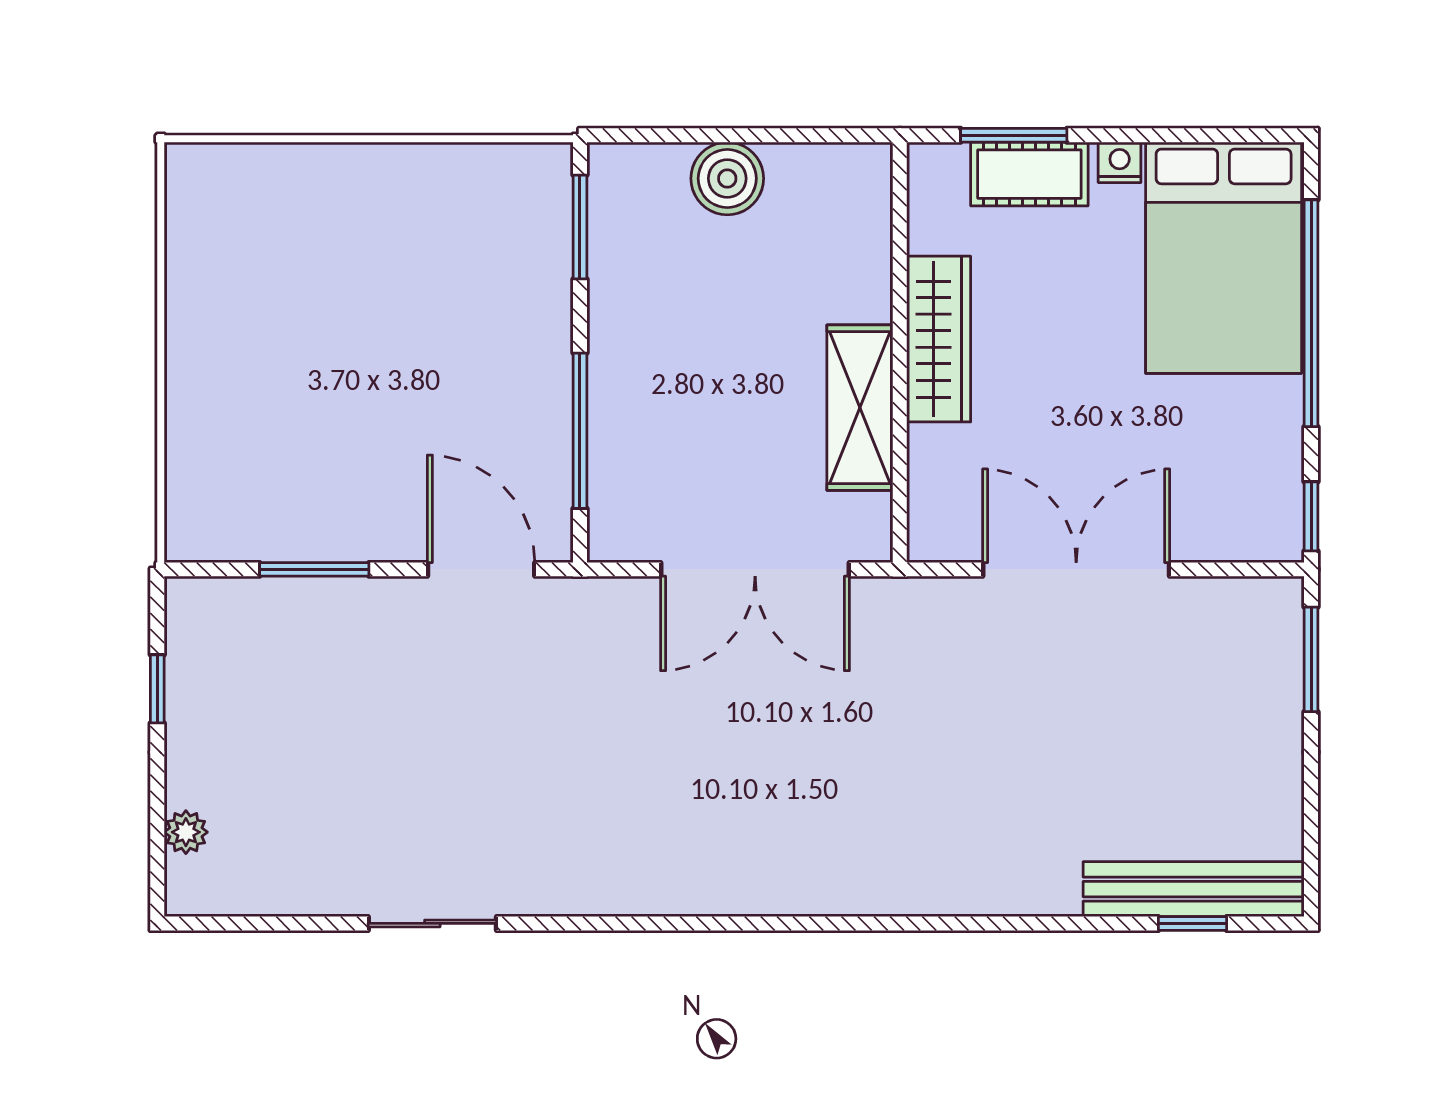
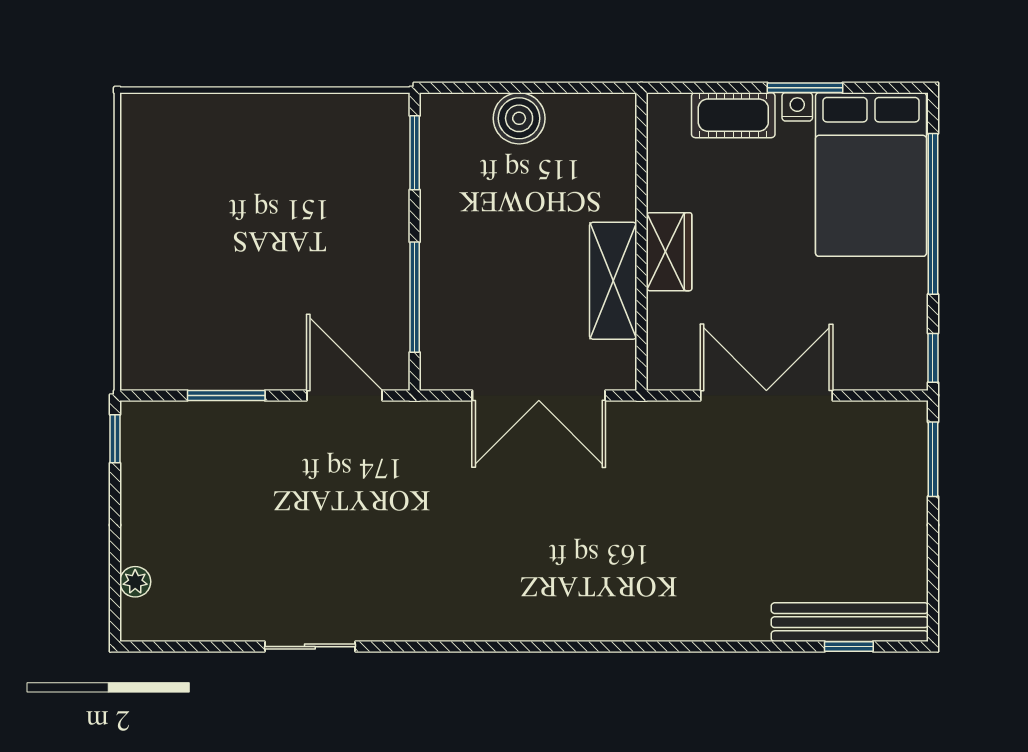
window: (1014, 135) -> (805, 88), moved
wardrobe: (939, 339) -> (669, 252), width x0.67
window: (157, 689) -> (115, 439), moved

